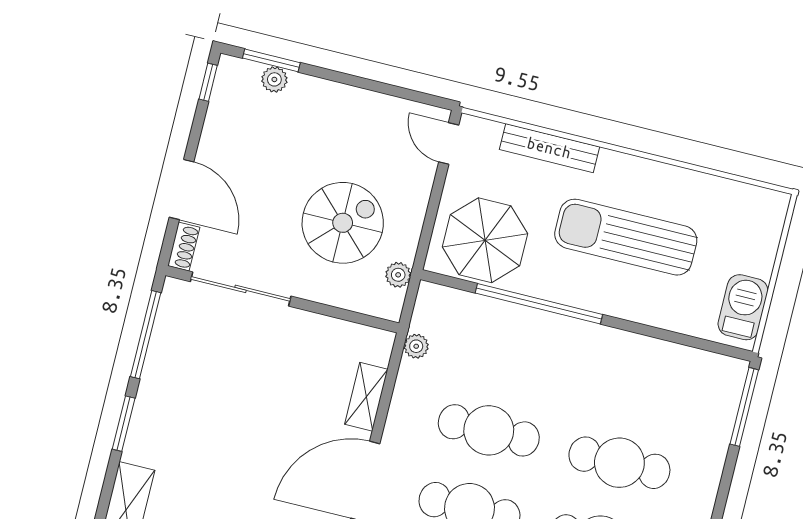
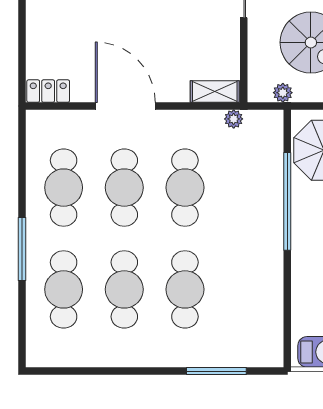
shelving: (366, 397) -> (215, 91), moved
window: (744, 407) -> (216, 371), moved

